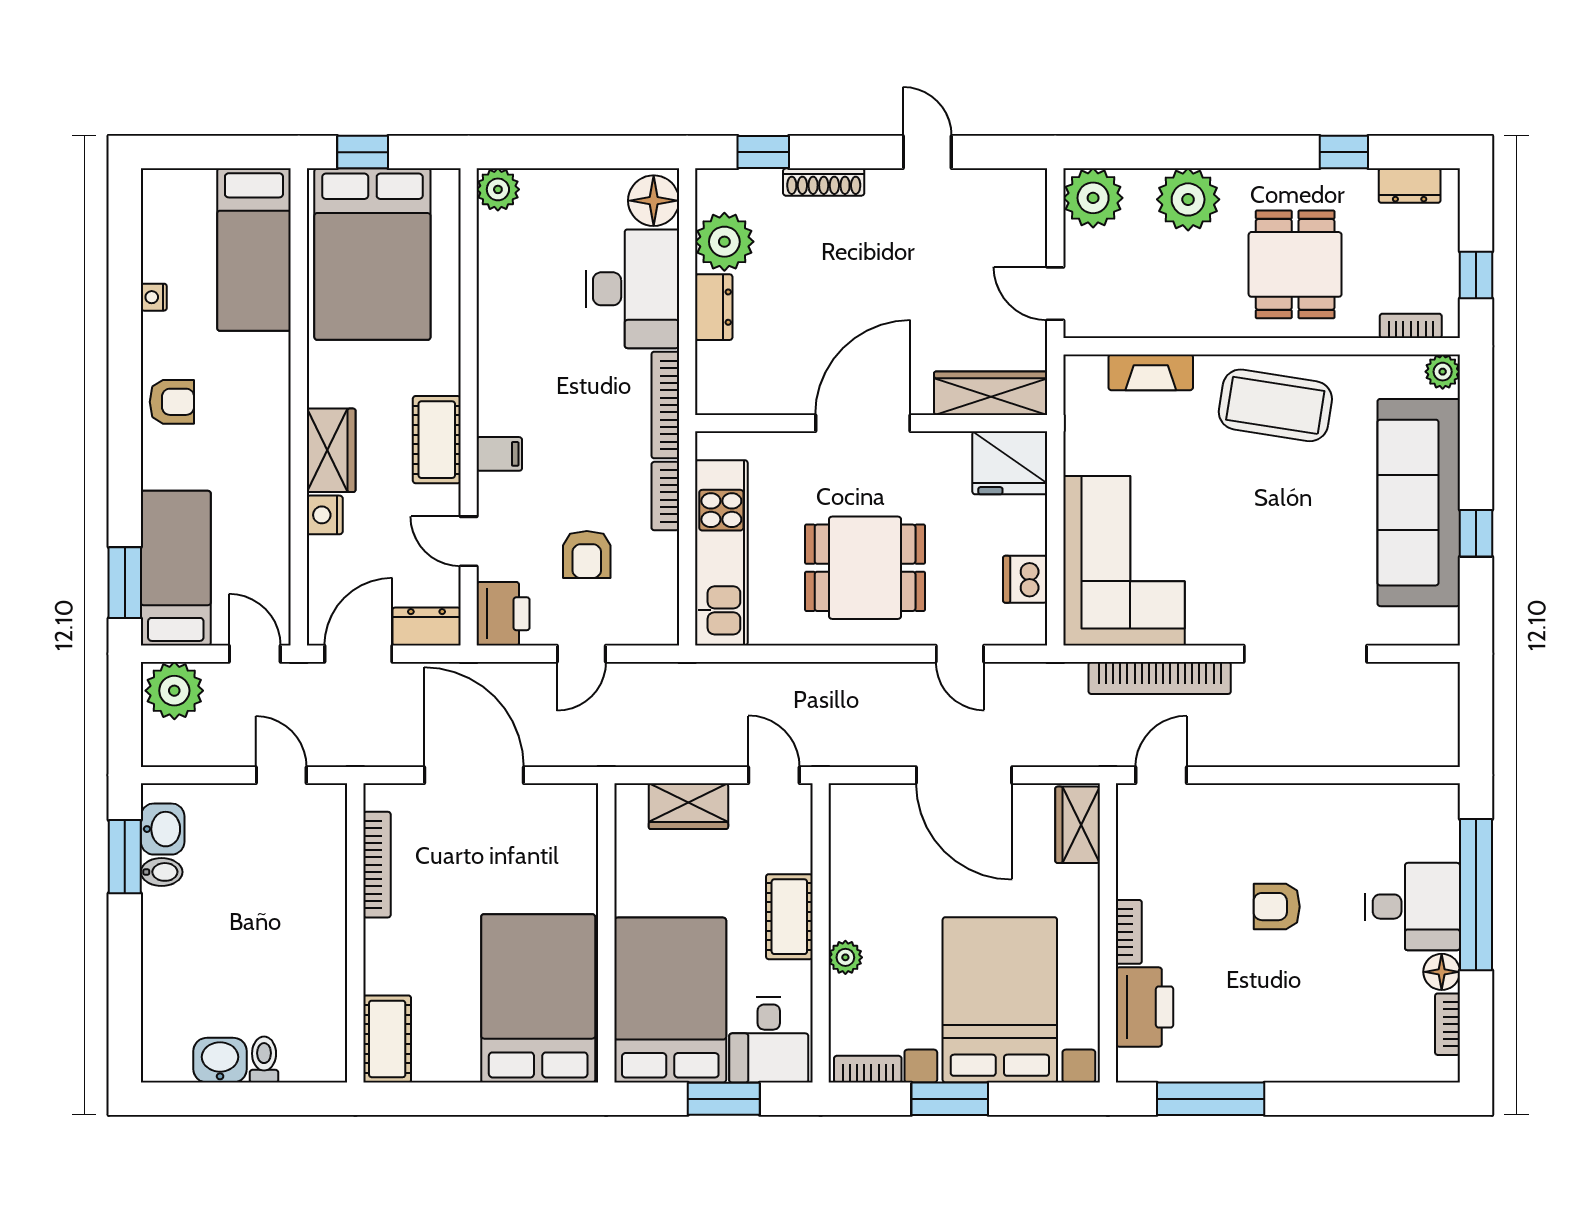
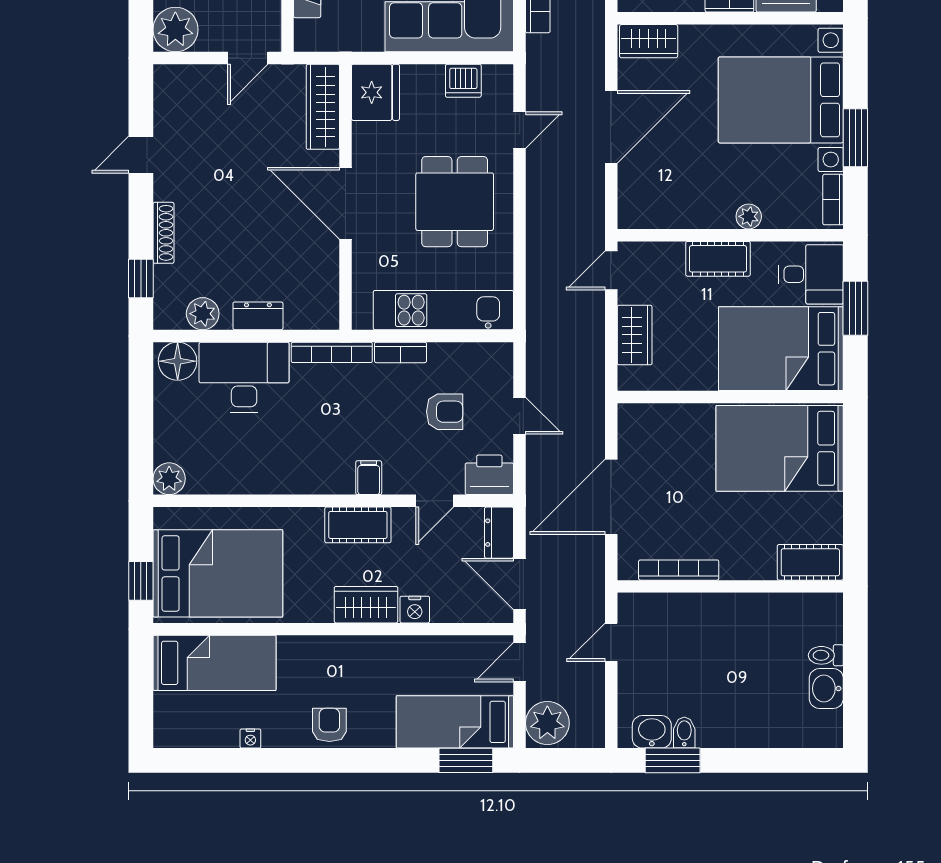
plant: (724, 242) -> (203, 314), width x0.73, depth x0.73

